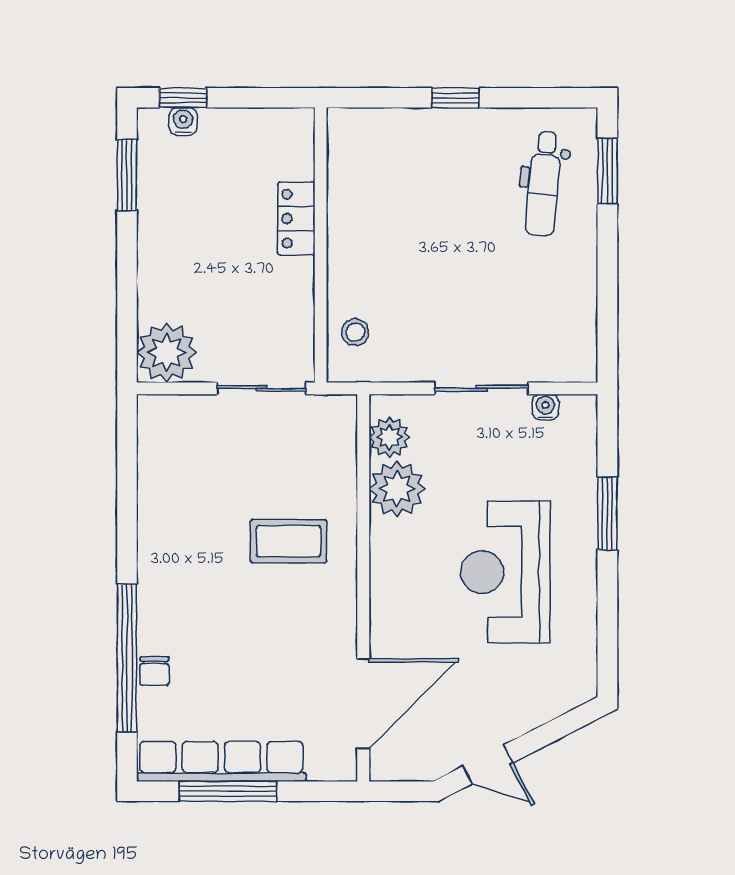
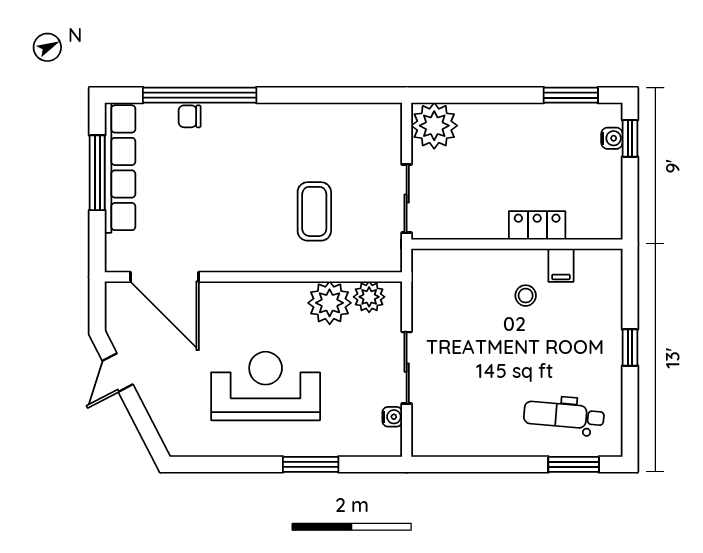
filing cabinet: (348, 188) -> (561, 265), added
stool: (355, 332) -> (526, 296), moved
coffee table: (289, 541) -> (314, 211), moved

